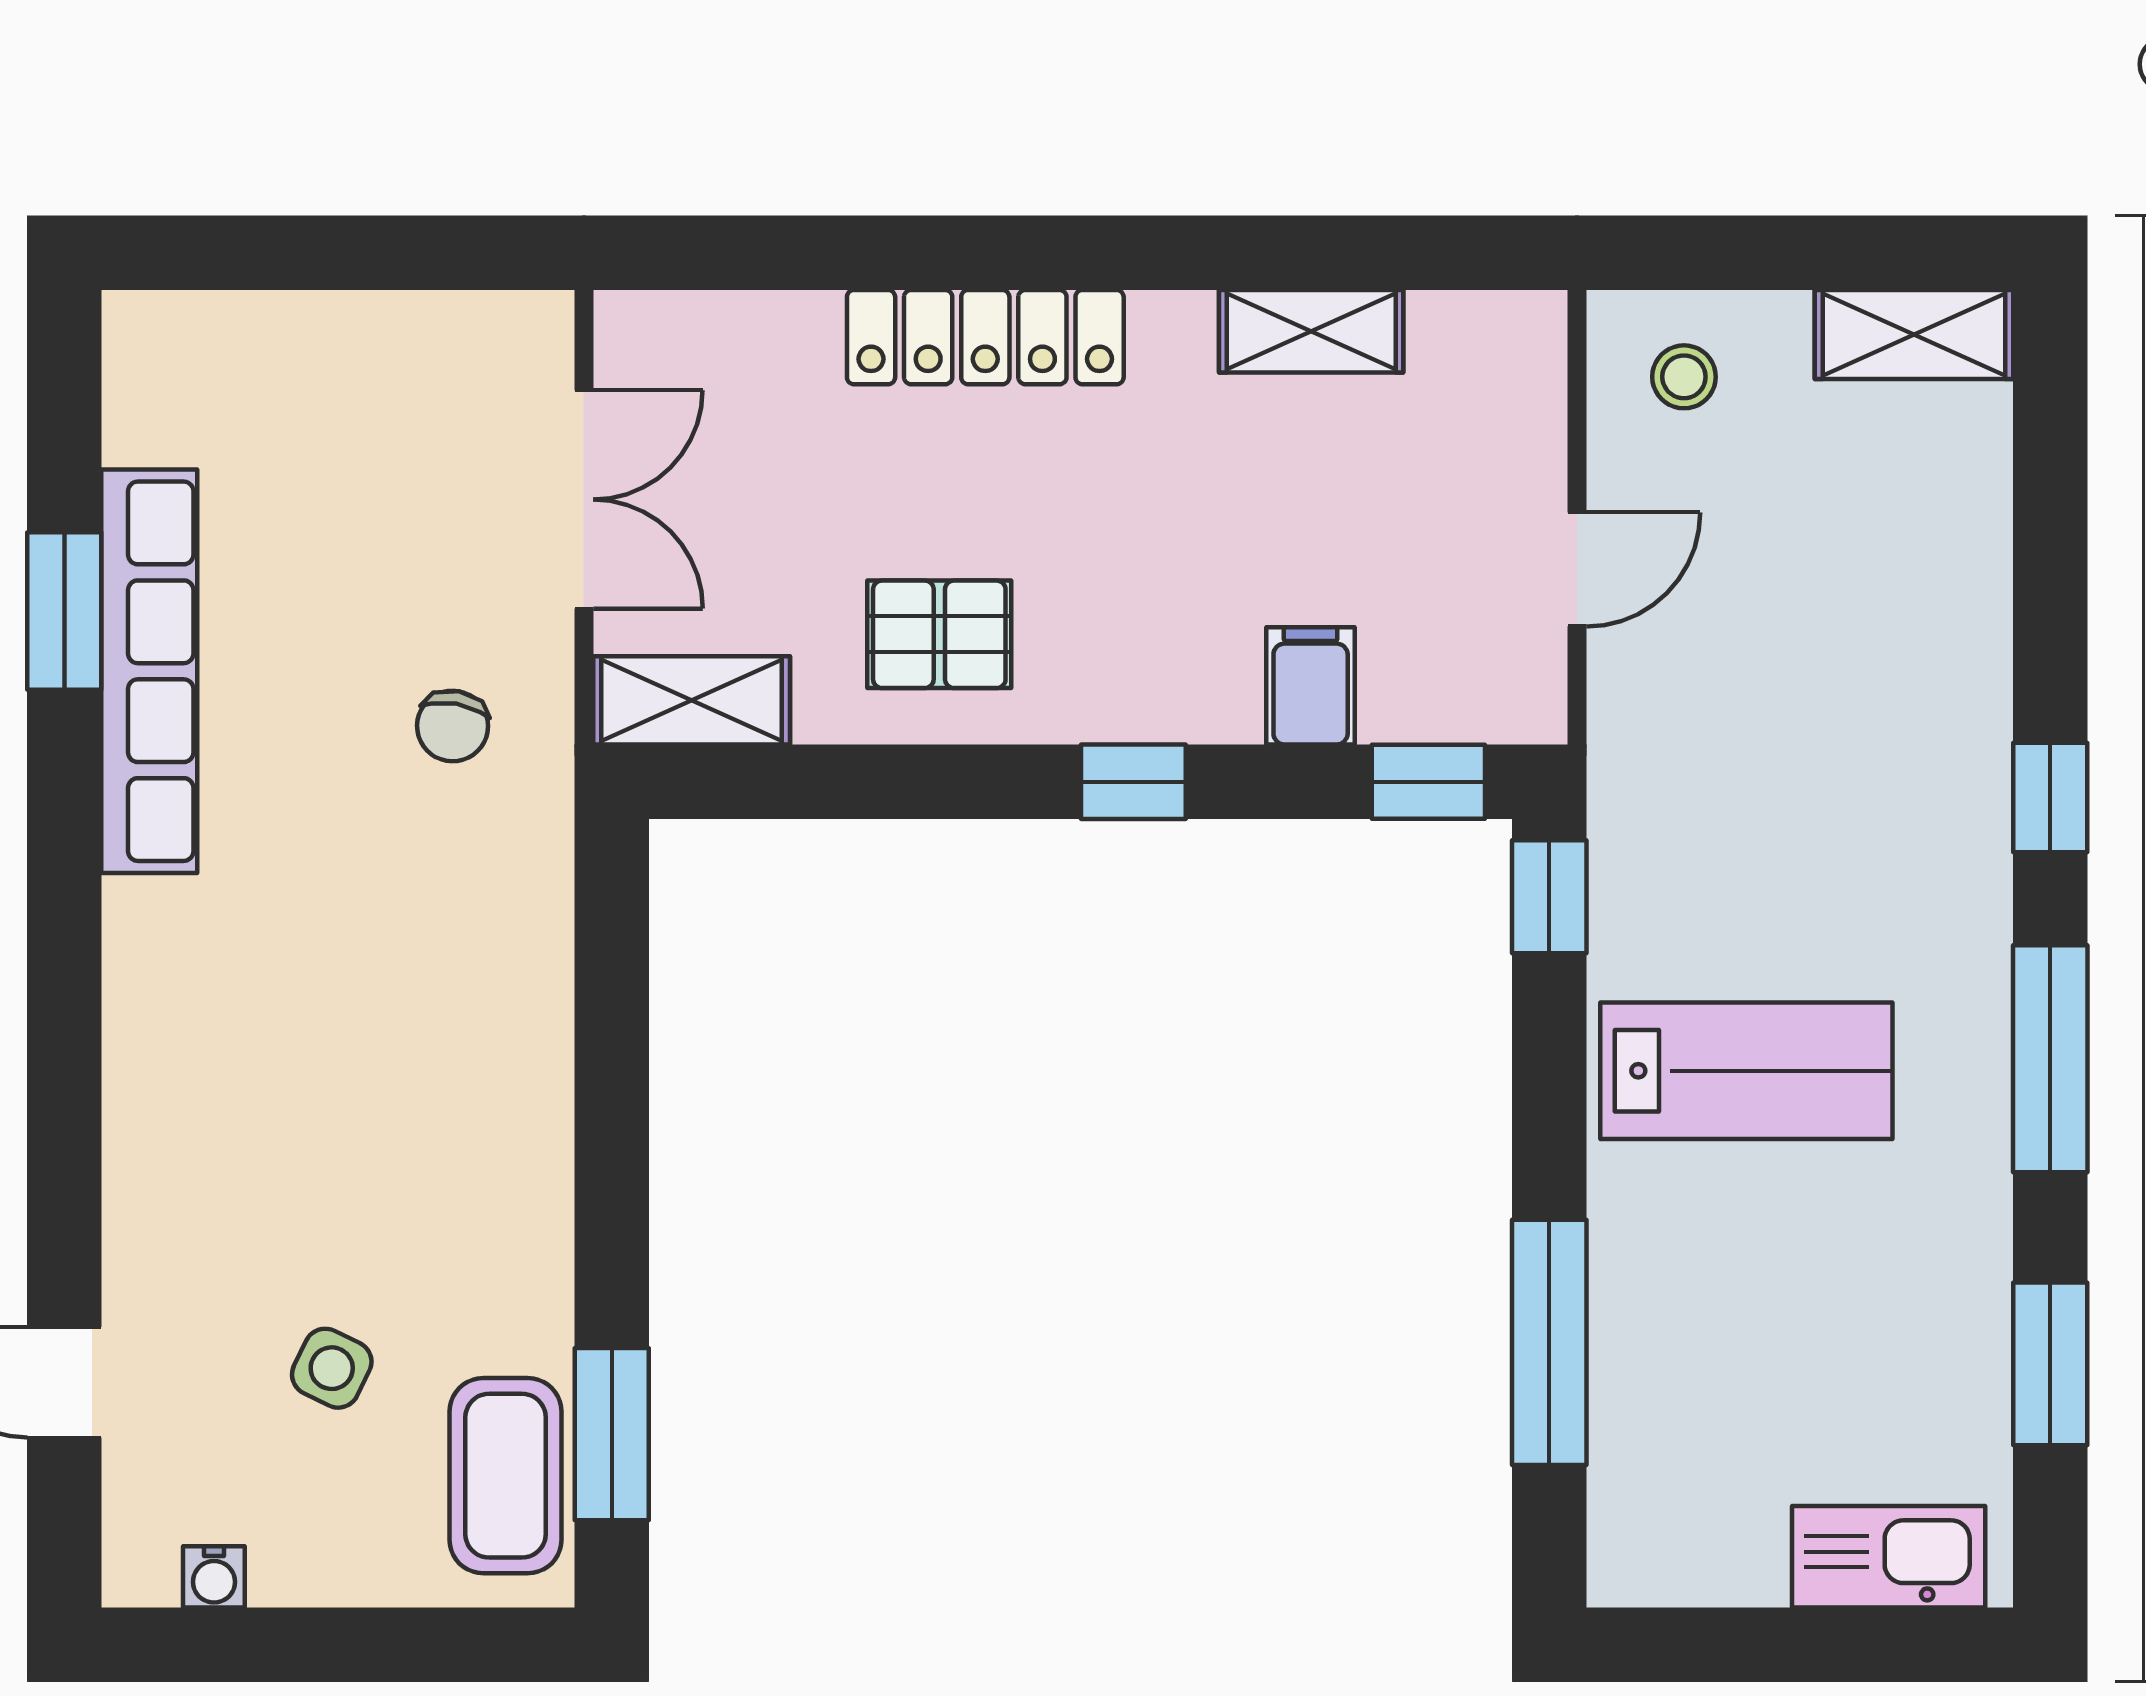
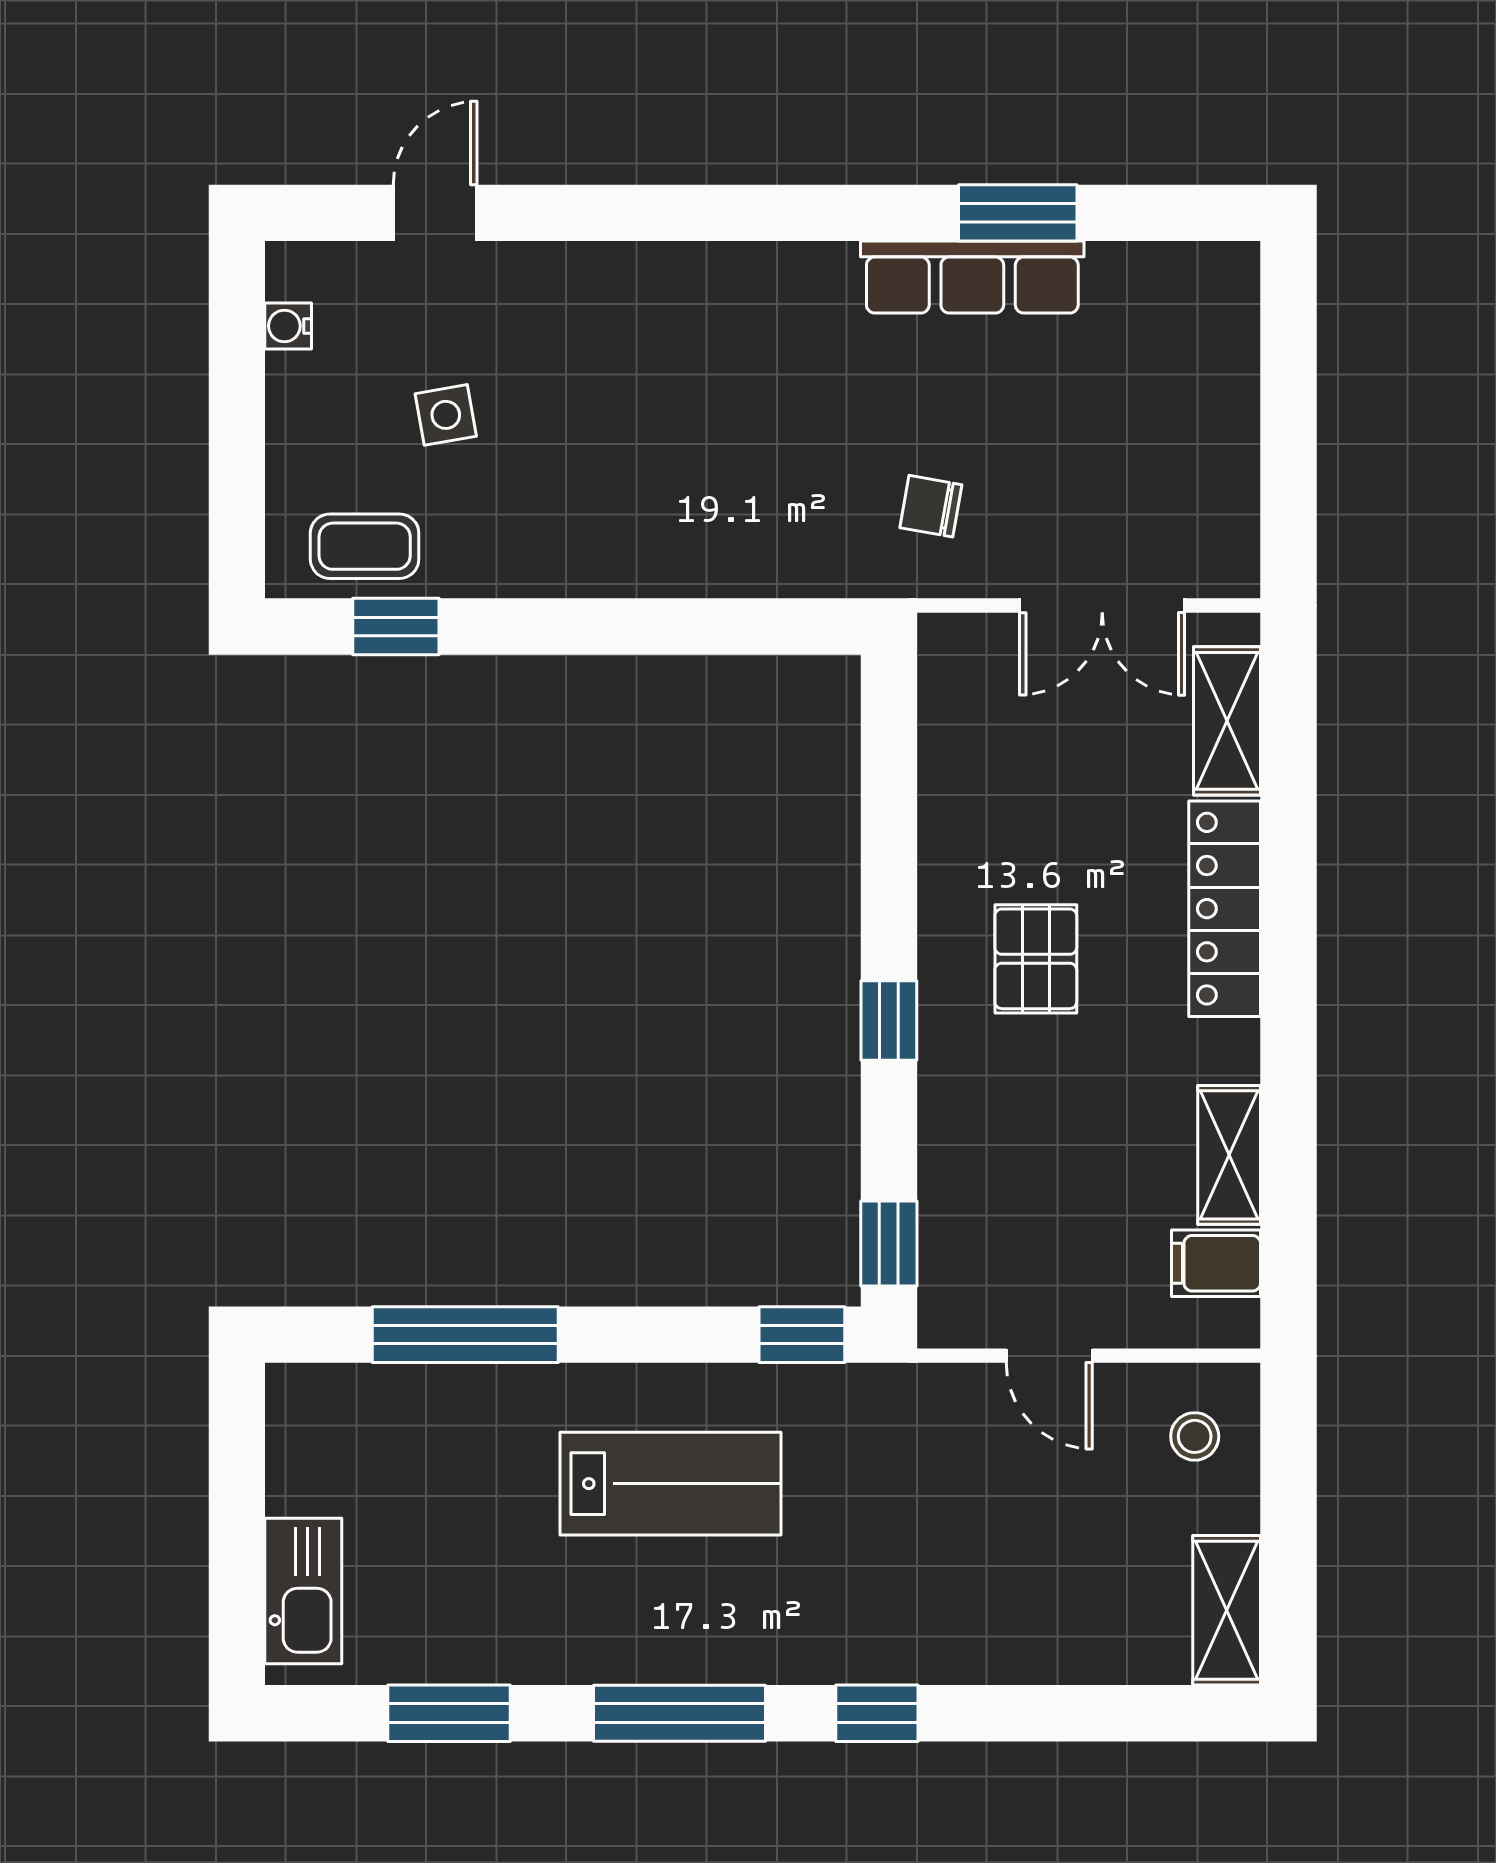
pallet: (939, 634) -> (1036, 959), moved
row of seats: (149, 671) -> (972, 277), width x0.73
filing cabinet: (1311, 686) -> (1216, 1263), moved, turned 180
shelving: (692, 700) -> (1227, 721), moved
lab bench: (1746, 1071) -> (670, 1484), turned -90
side table: (332, 1368) -> (446, 415), turned -36
window: (612, 1434) -> (396, 627), width x0.67
coffee table: (506, 1476) -> (365, 546), width x0.73, depth x0.77

